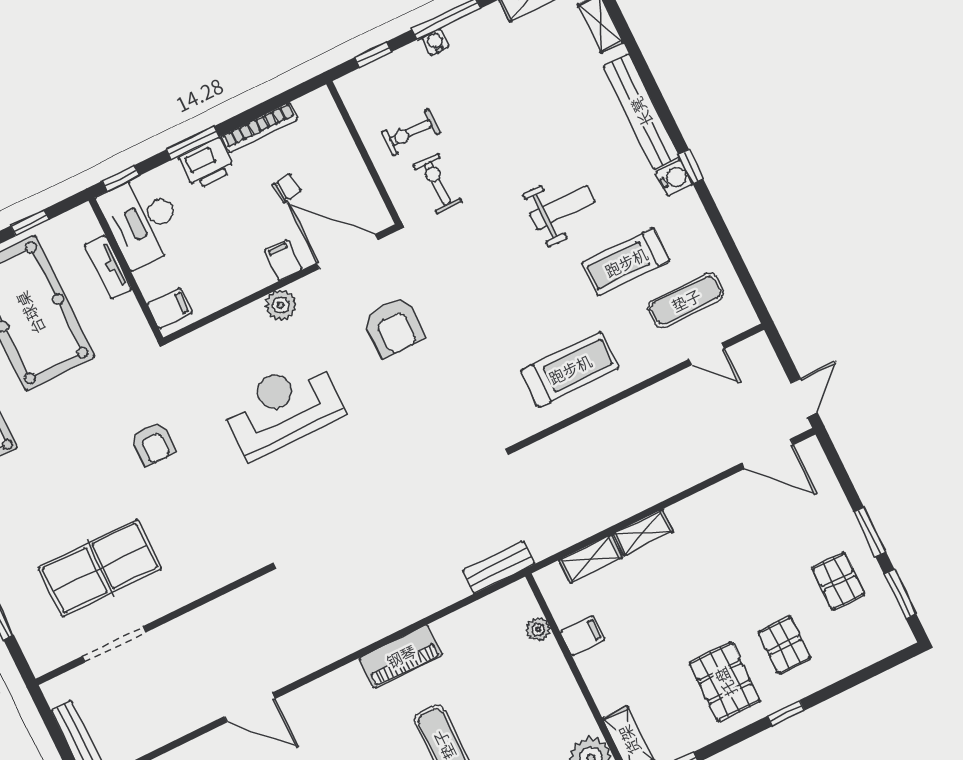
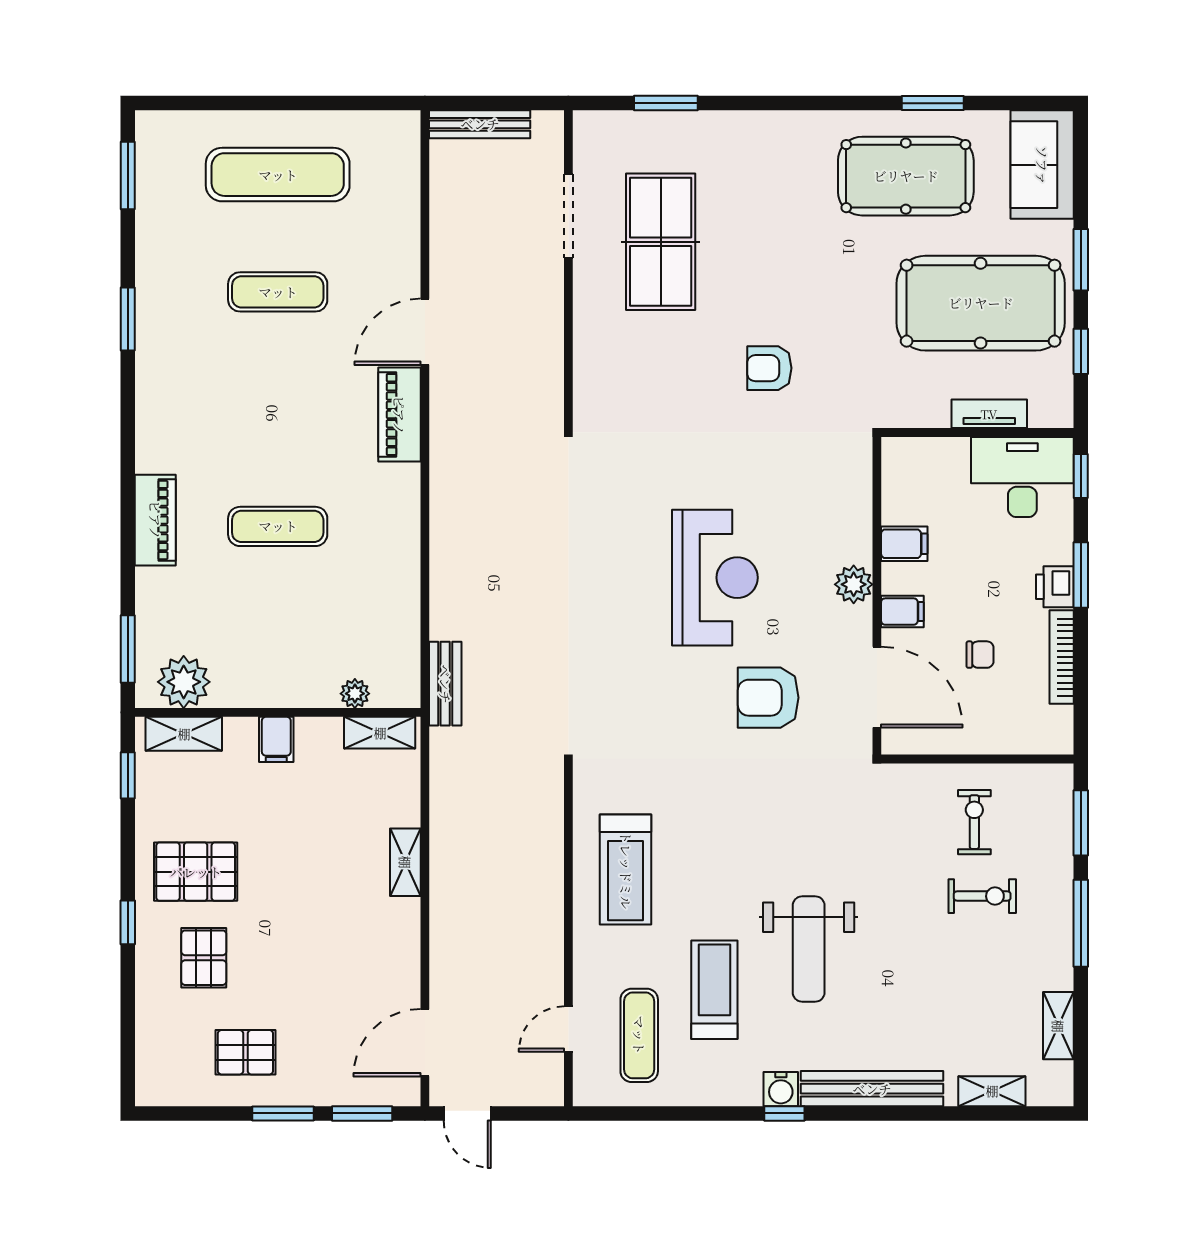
water cooler: (436, 42) -> (1061, 899), removed
window: (373, 55) -> (1081, 823), width x1.50
printer: (207, 164) -> (1055, 587), width x0.73, depth x0.81
exercise bike: (437, 184) -> (982, 896), moved
chair: (287, 188) -> (980, 655), turned -82
weight bench: (562, 208) -> (809, 949), width x1.36, depth x1.33
door: (347, 251) -> (877, 687), hinge flipped
filing cabinet: (170, 308) -> (904, 544), moved, turned -90
reception desk: (282, 408) -> (715, 578), moved
shelving: (591, 559) -> (380, 733), moved, turned 90
window: (900, 594) -> (362, 1113), moved
filing cabinet: (583, 635) -> (276, 739), moved
pallet: (784, 645) -> (204, 958), turned 90
piano: (401, 656) -> (399, 415), moved

